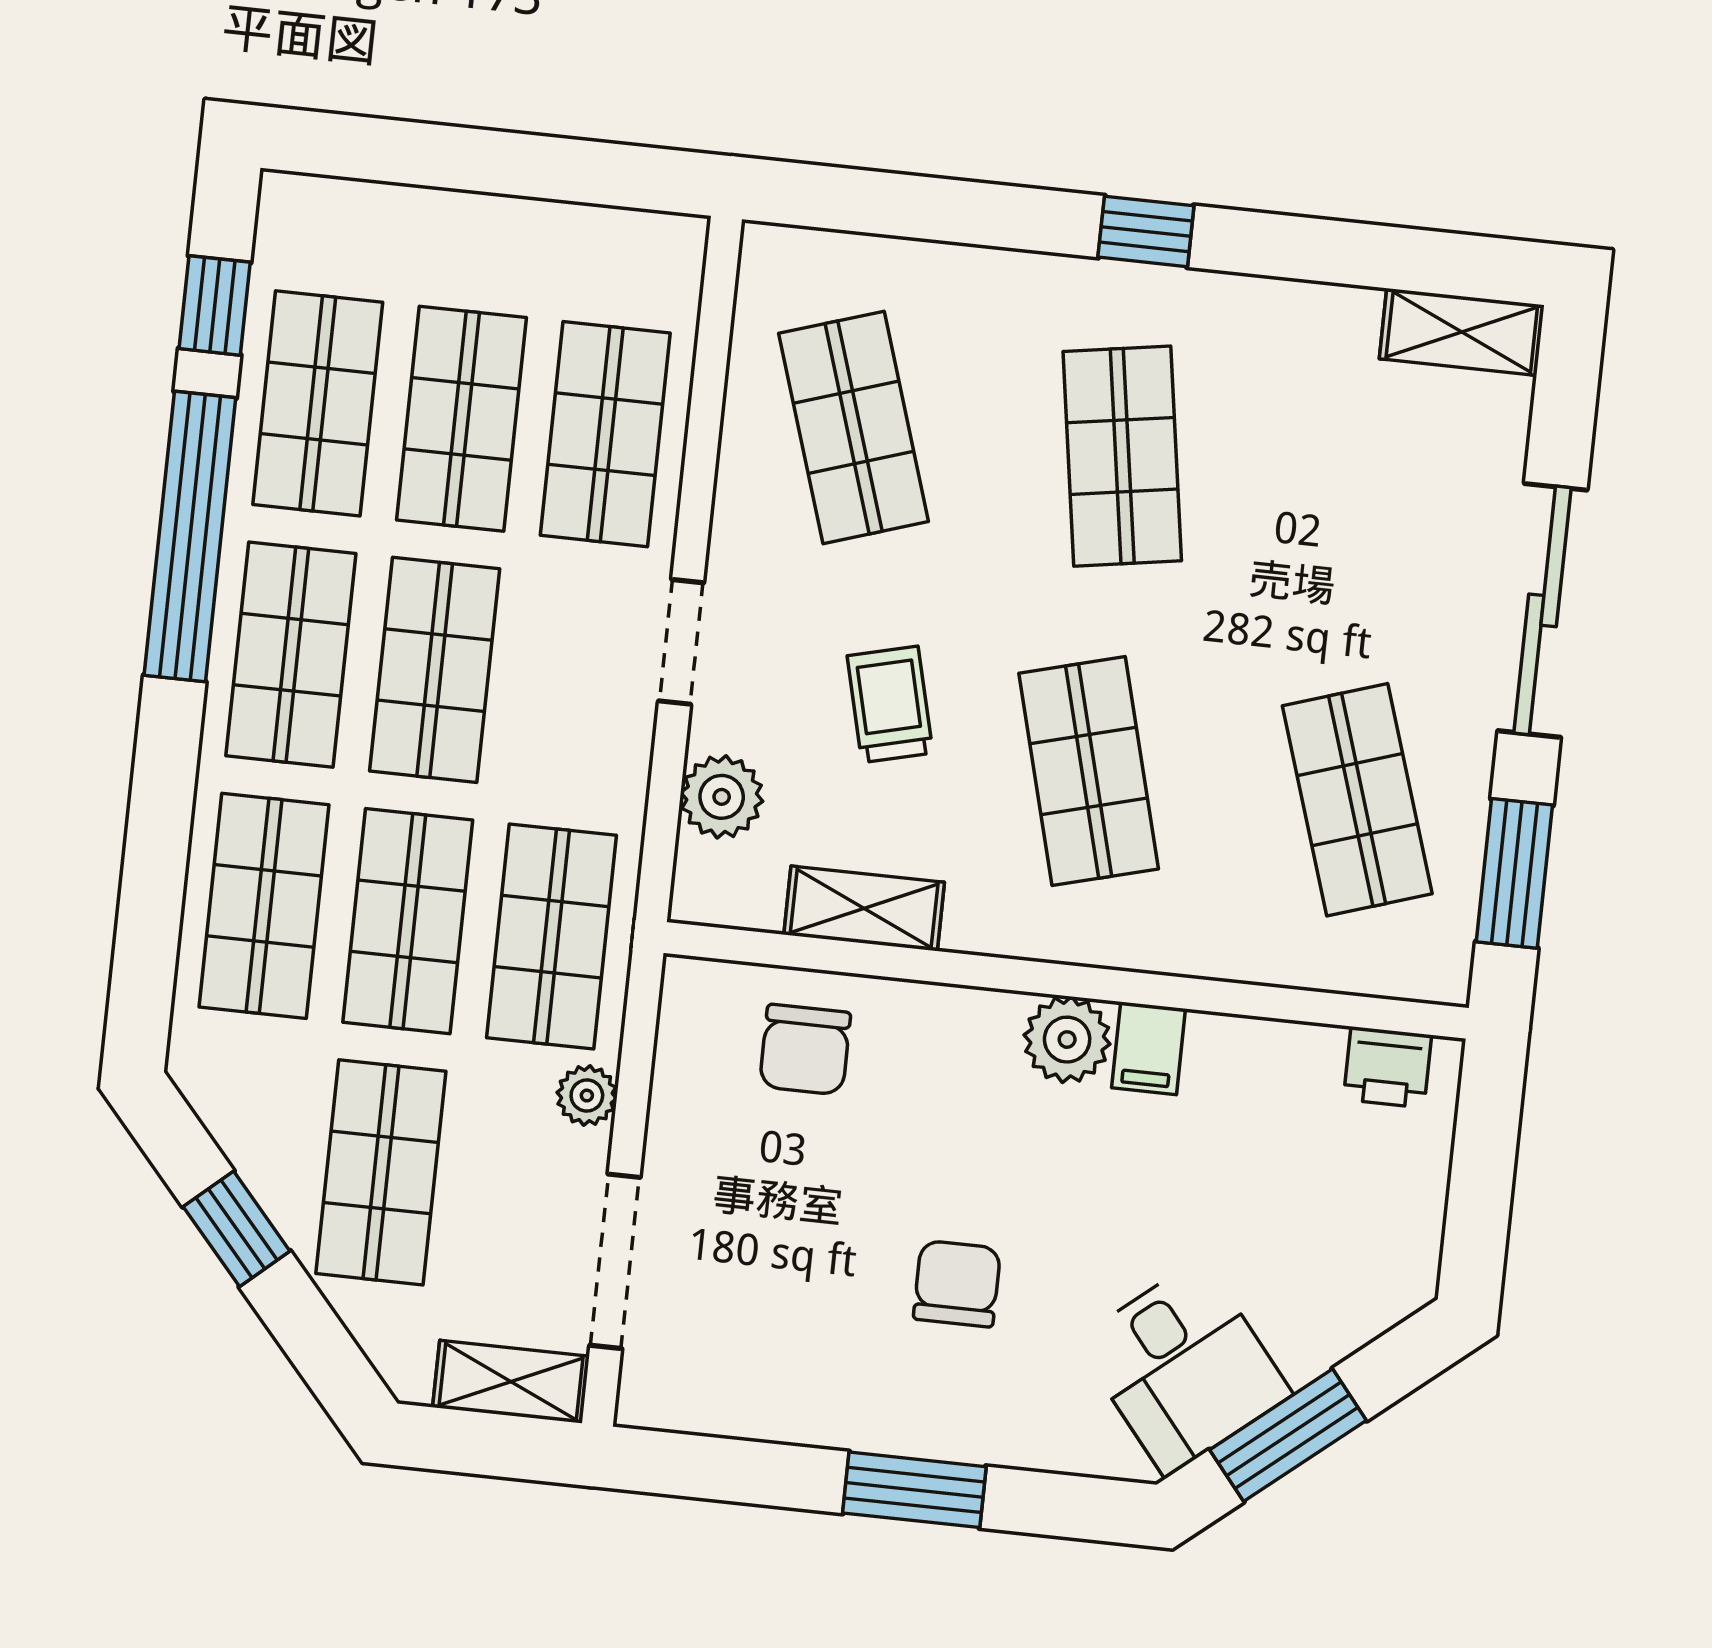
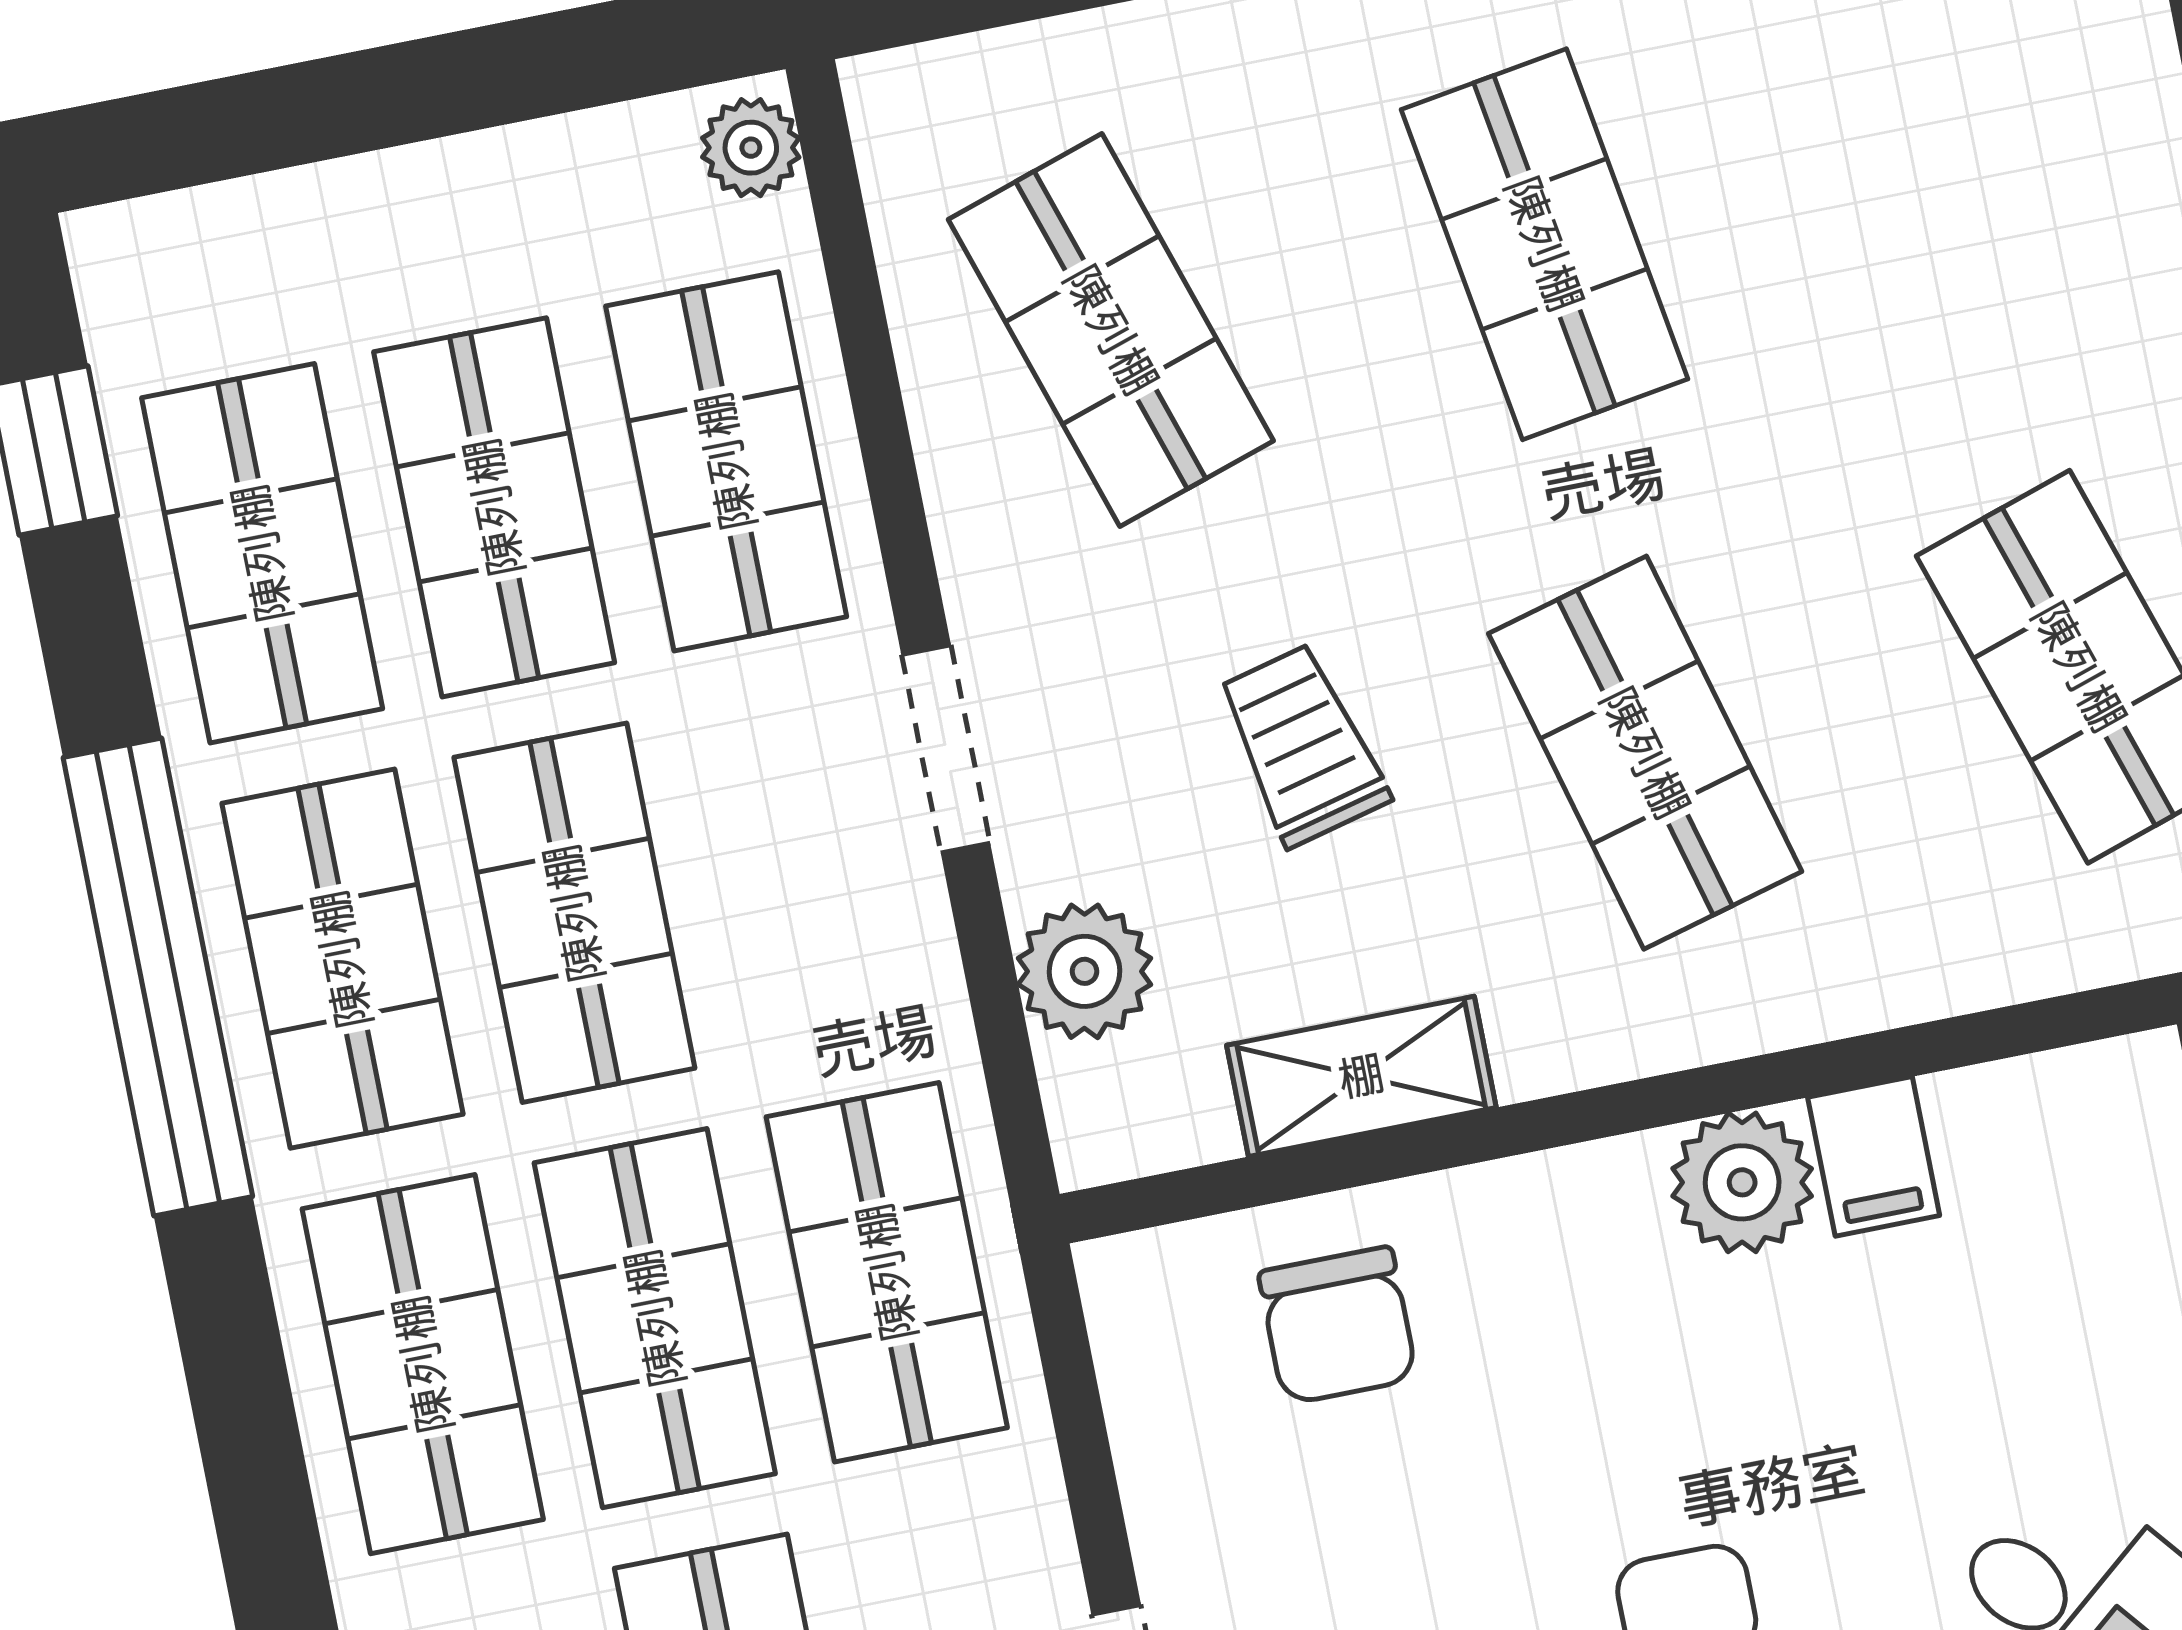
window: (190, 536) -> (158, 977), moved
plant: (587, 1096) -> (751, 148), moved

